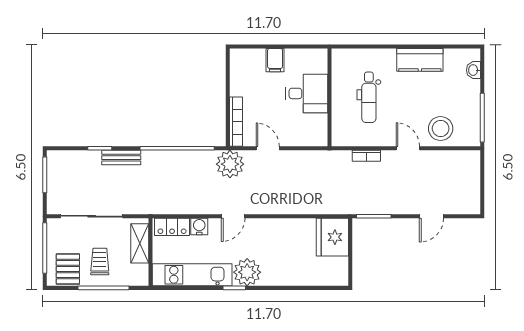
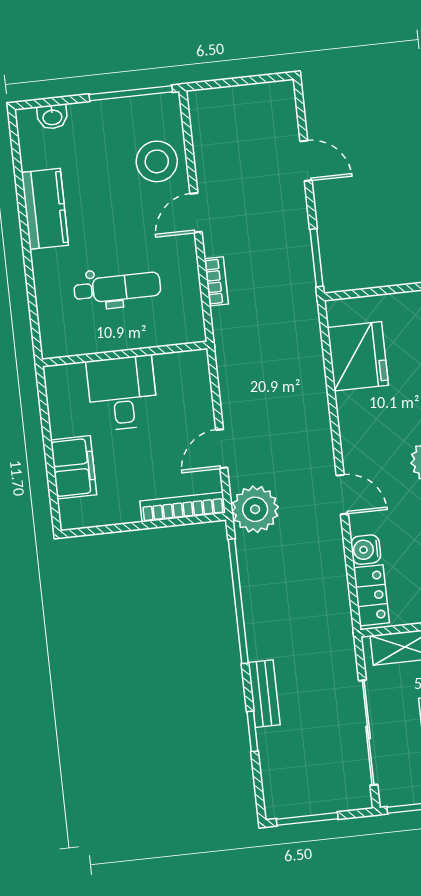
filing cabinet: (275, 60) -> (74, 467), width x2.00
fridge: (332, 237) -> (358, 356), moved, turned -90

